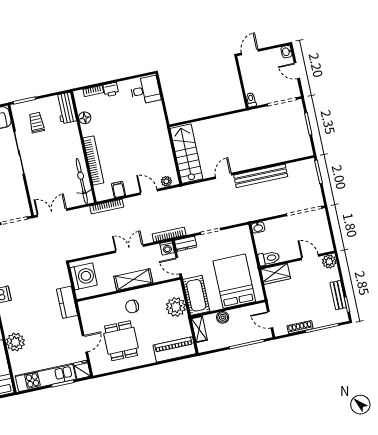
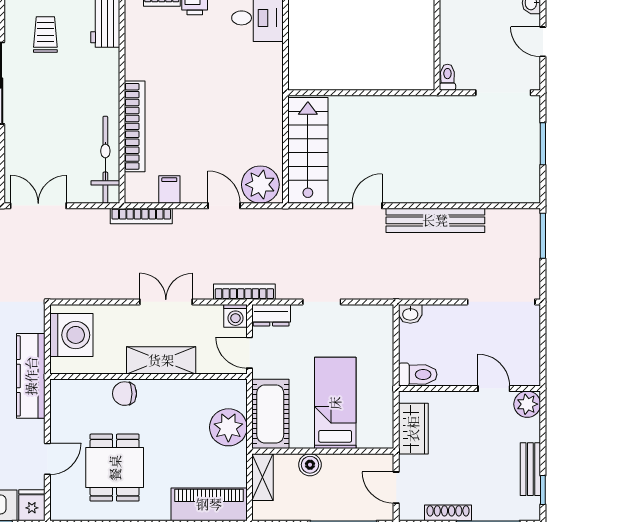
floor lamp: (85, 118) -> (136, 45), removed
plant: (166, 181) -> (260, 185), width x1.88, depth x1.88
wardrobe: (276, 274) -> (413, 429), moved, turned -90
bed: (234, 281) -> (335, 403), width x0.67
kitchen counter: (67, 302) -> (31, 376), width x1.50
chair: (132, 306) -> (125, 394), moved

